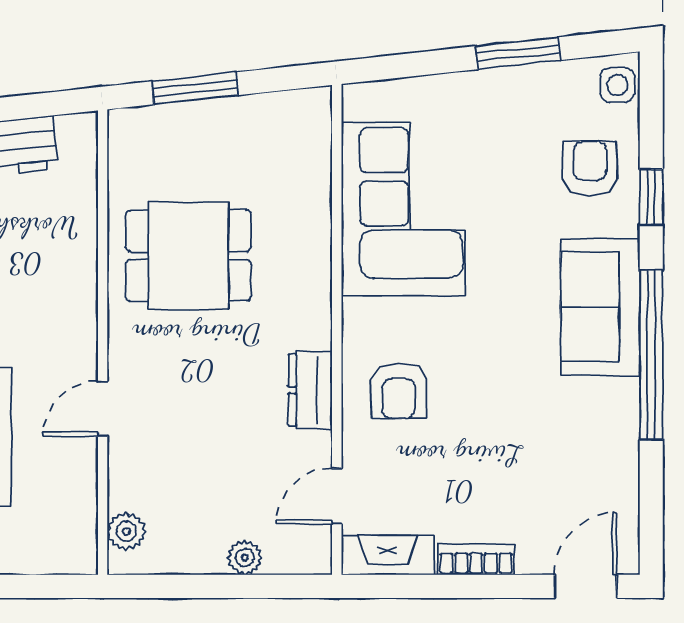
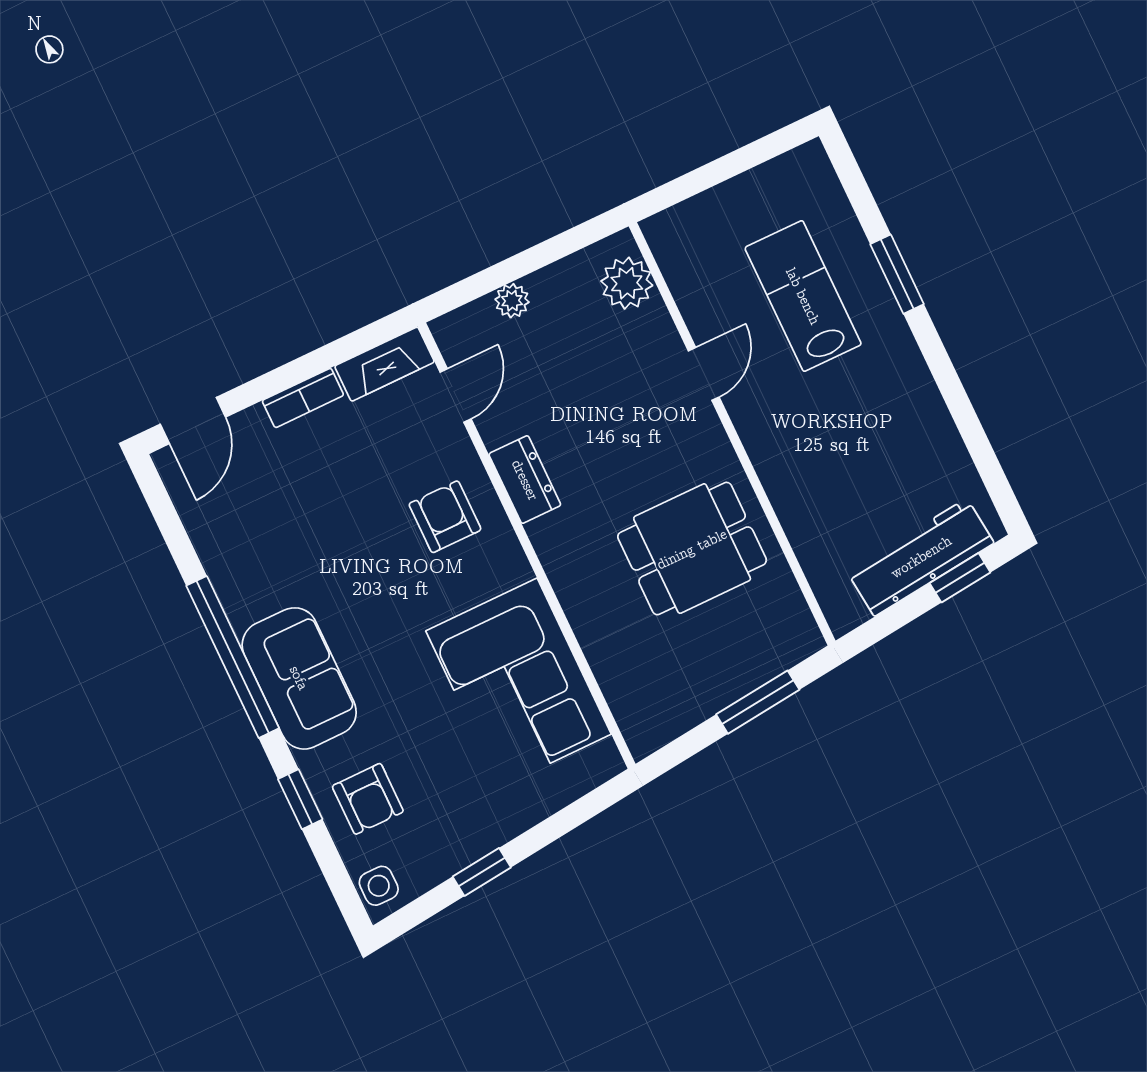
window: (518, 53) -> (482, 872), width x0.67
plant: (126, 531) -> (627, 283), width x1.38, depth x1.38

